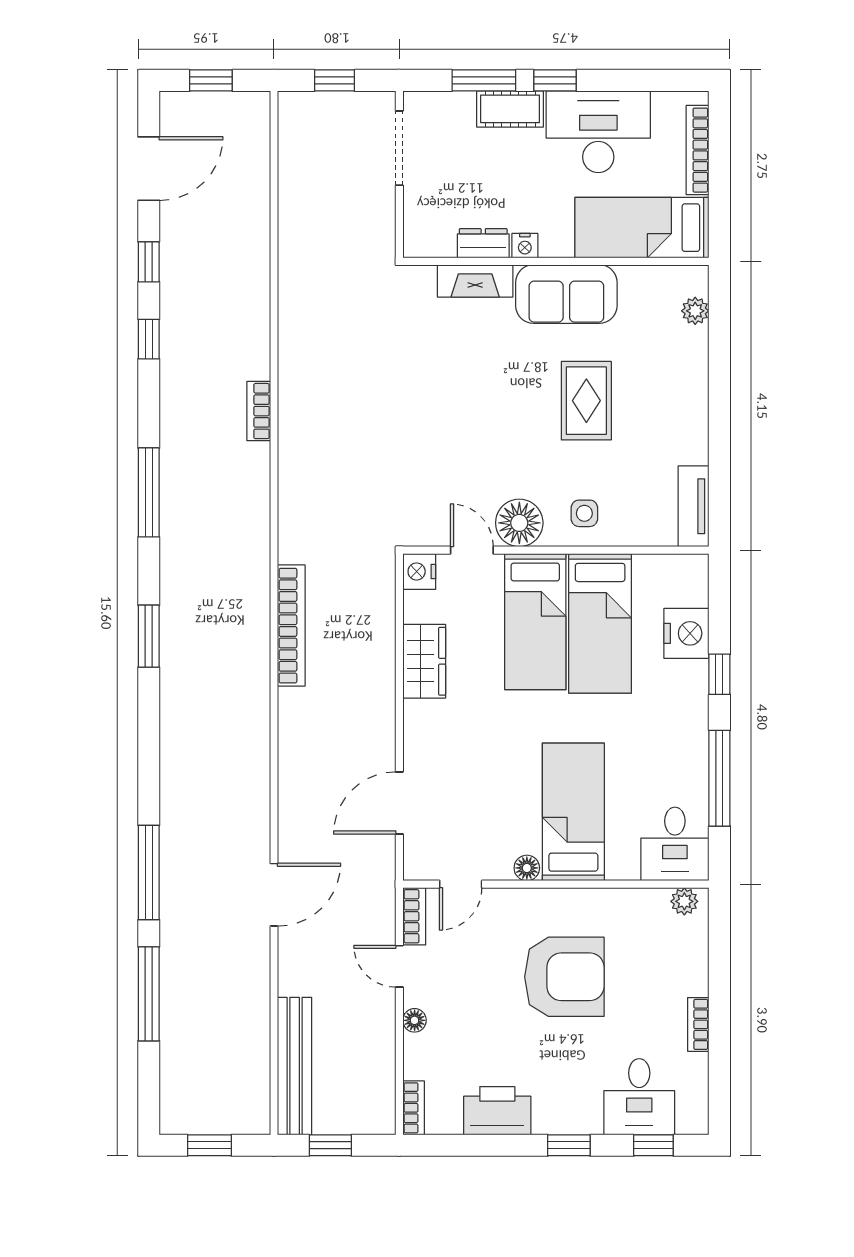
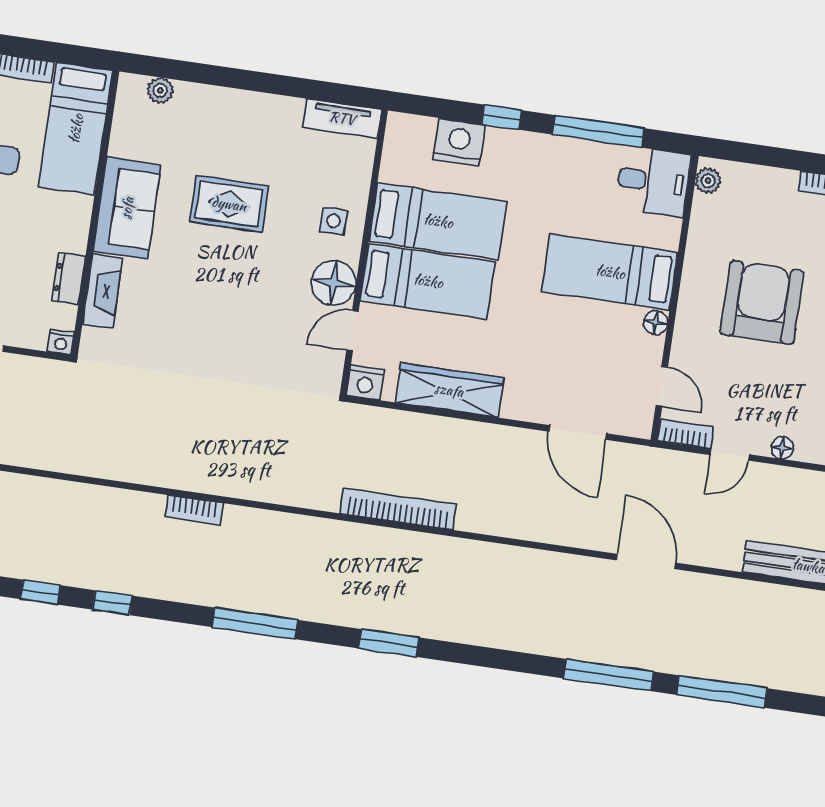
nightstand: (525, 246) -> (61, 342), moved, turned 90
wardrobe: (424, 661) -> (449, 390), width x1.50

